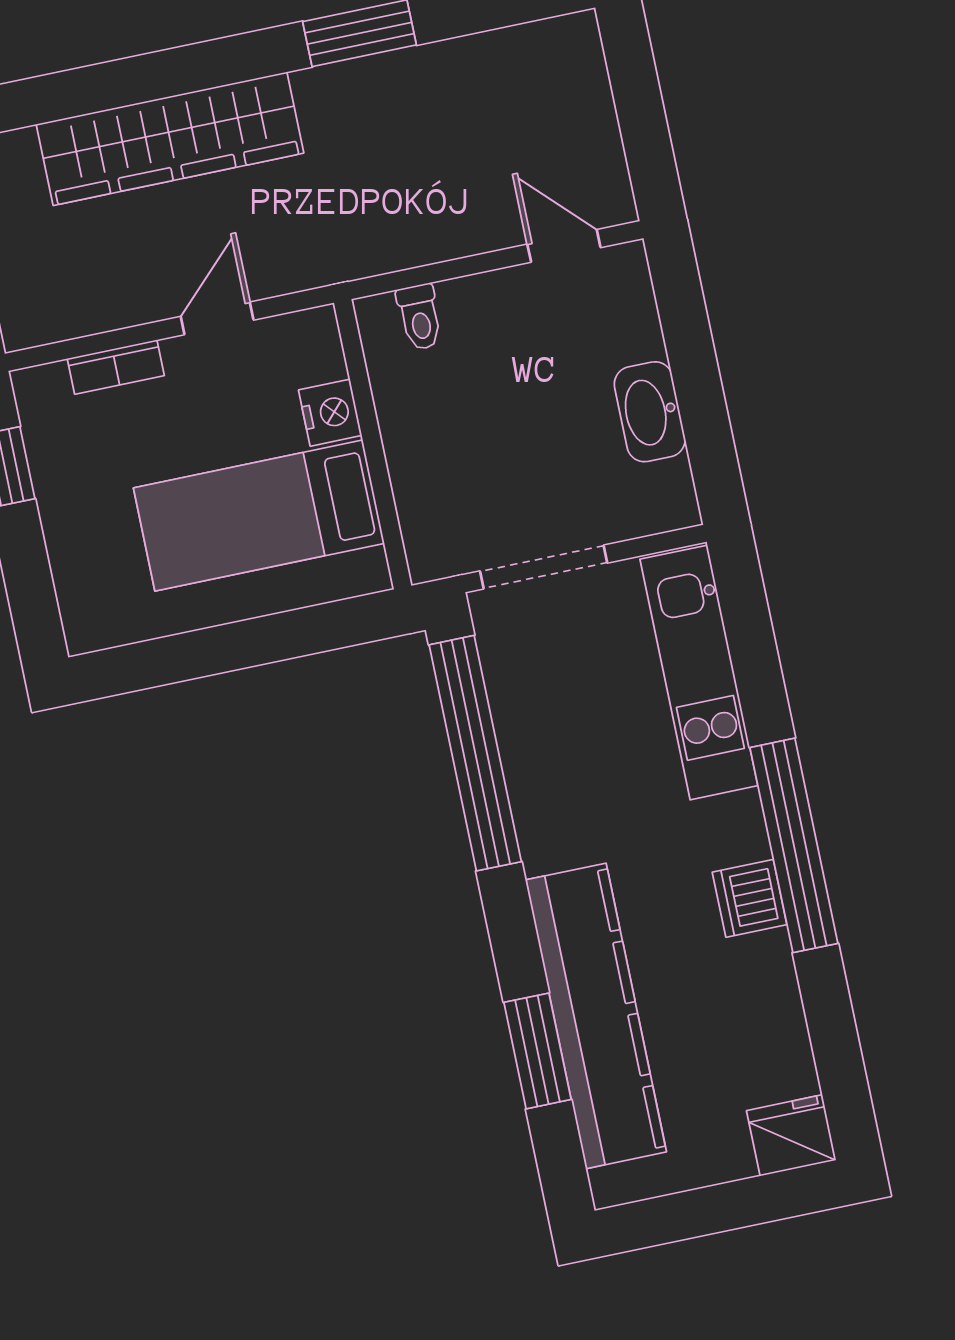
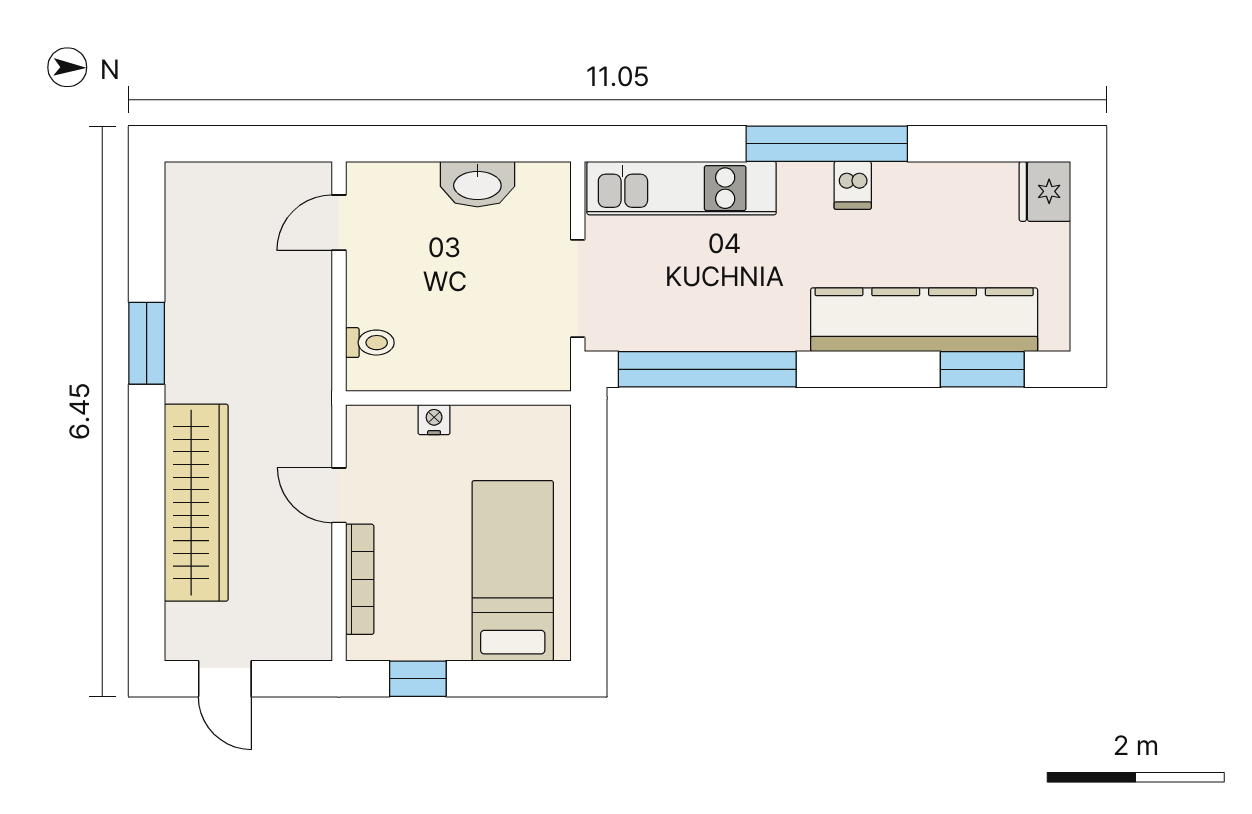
bookcase: (116, 367) -> (360, 579), width x1.56
nightstand: (330, 413) -> (434, 420), width x0.72, depth x0.74
bed: (259, 516) -> (513, 571), moved, turned 180
dishwasher: (750, 898) -> (853, 185), width x0.73
window: (538, 1051) -> (982, 369), moved

